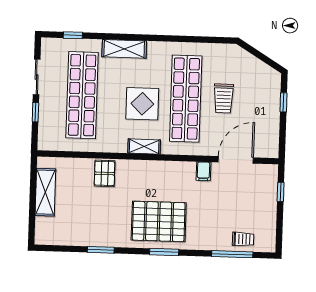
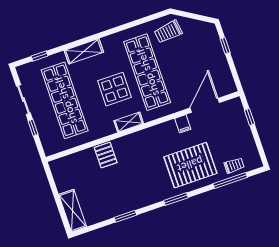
trolley: (224, 98) -> (168, 32), moved, turned 83
shelving: (45, 192) -> (73, 211), moved
pallet: (159, 221) -> (190, 165), moved

